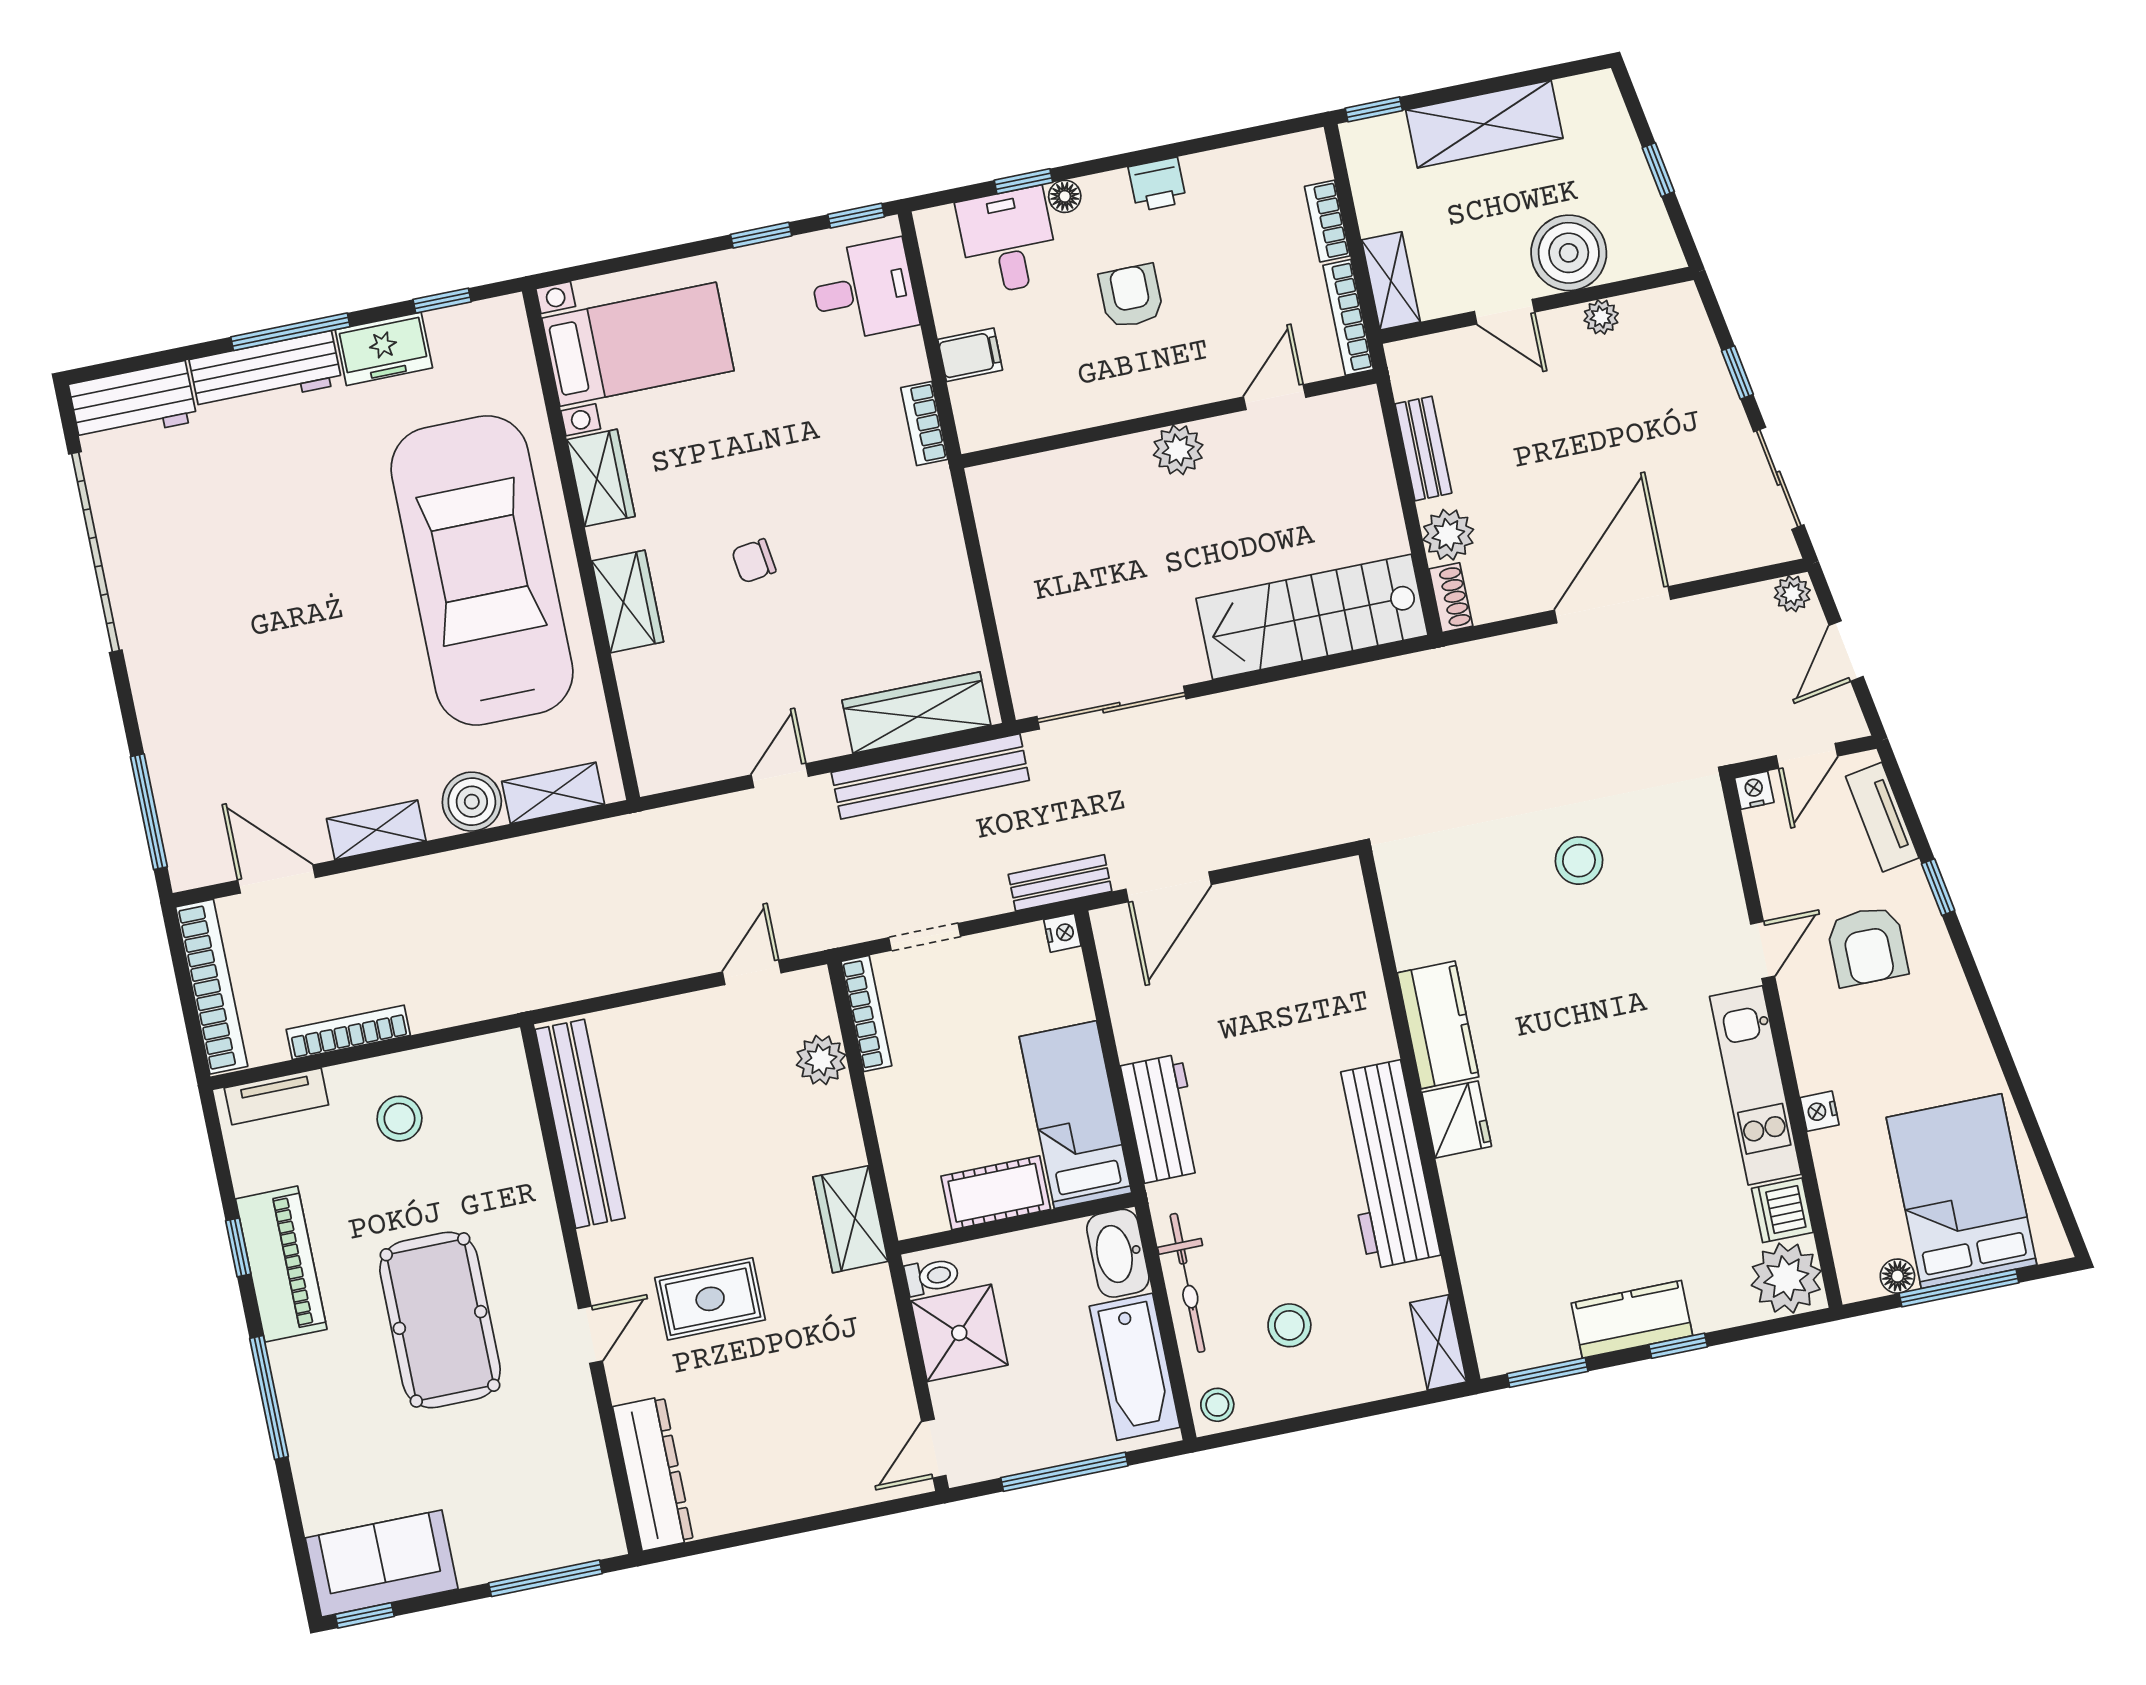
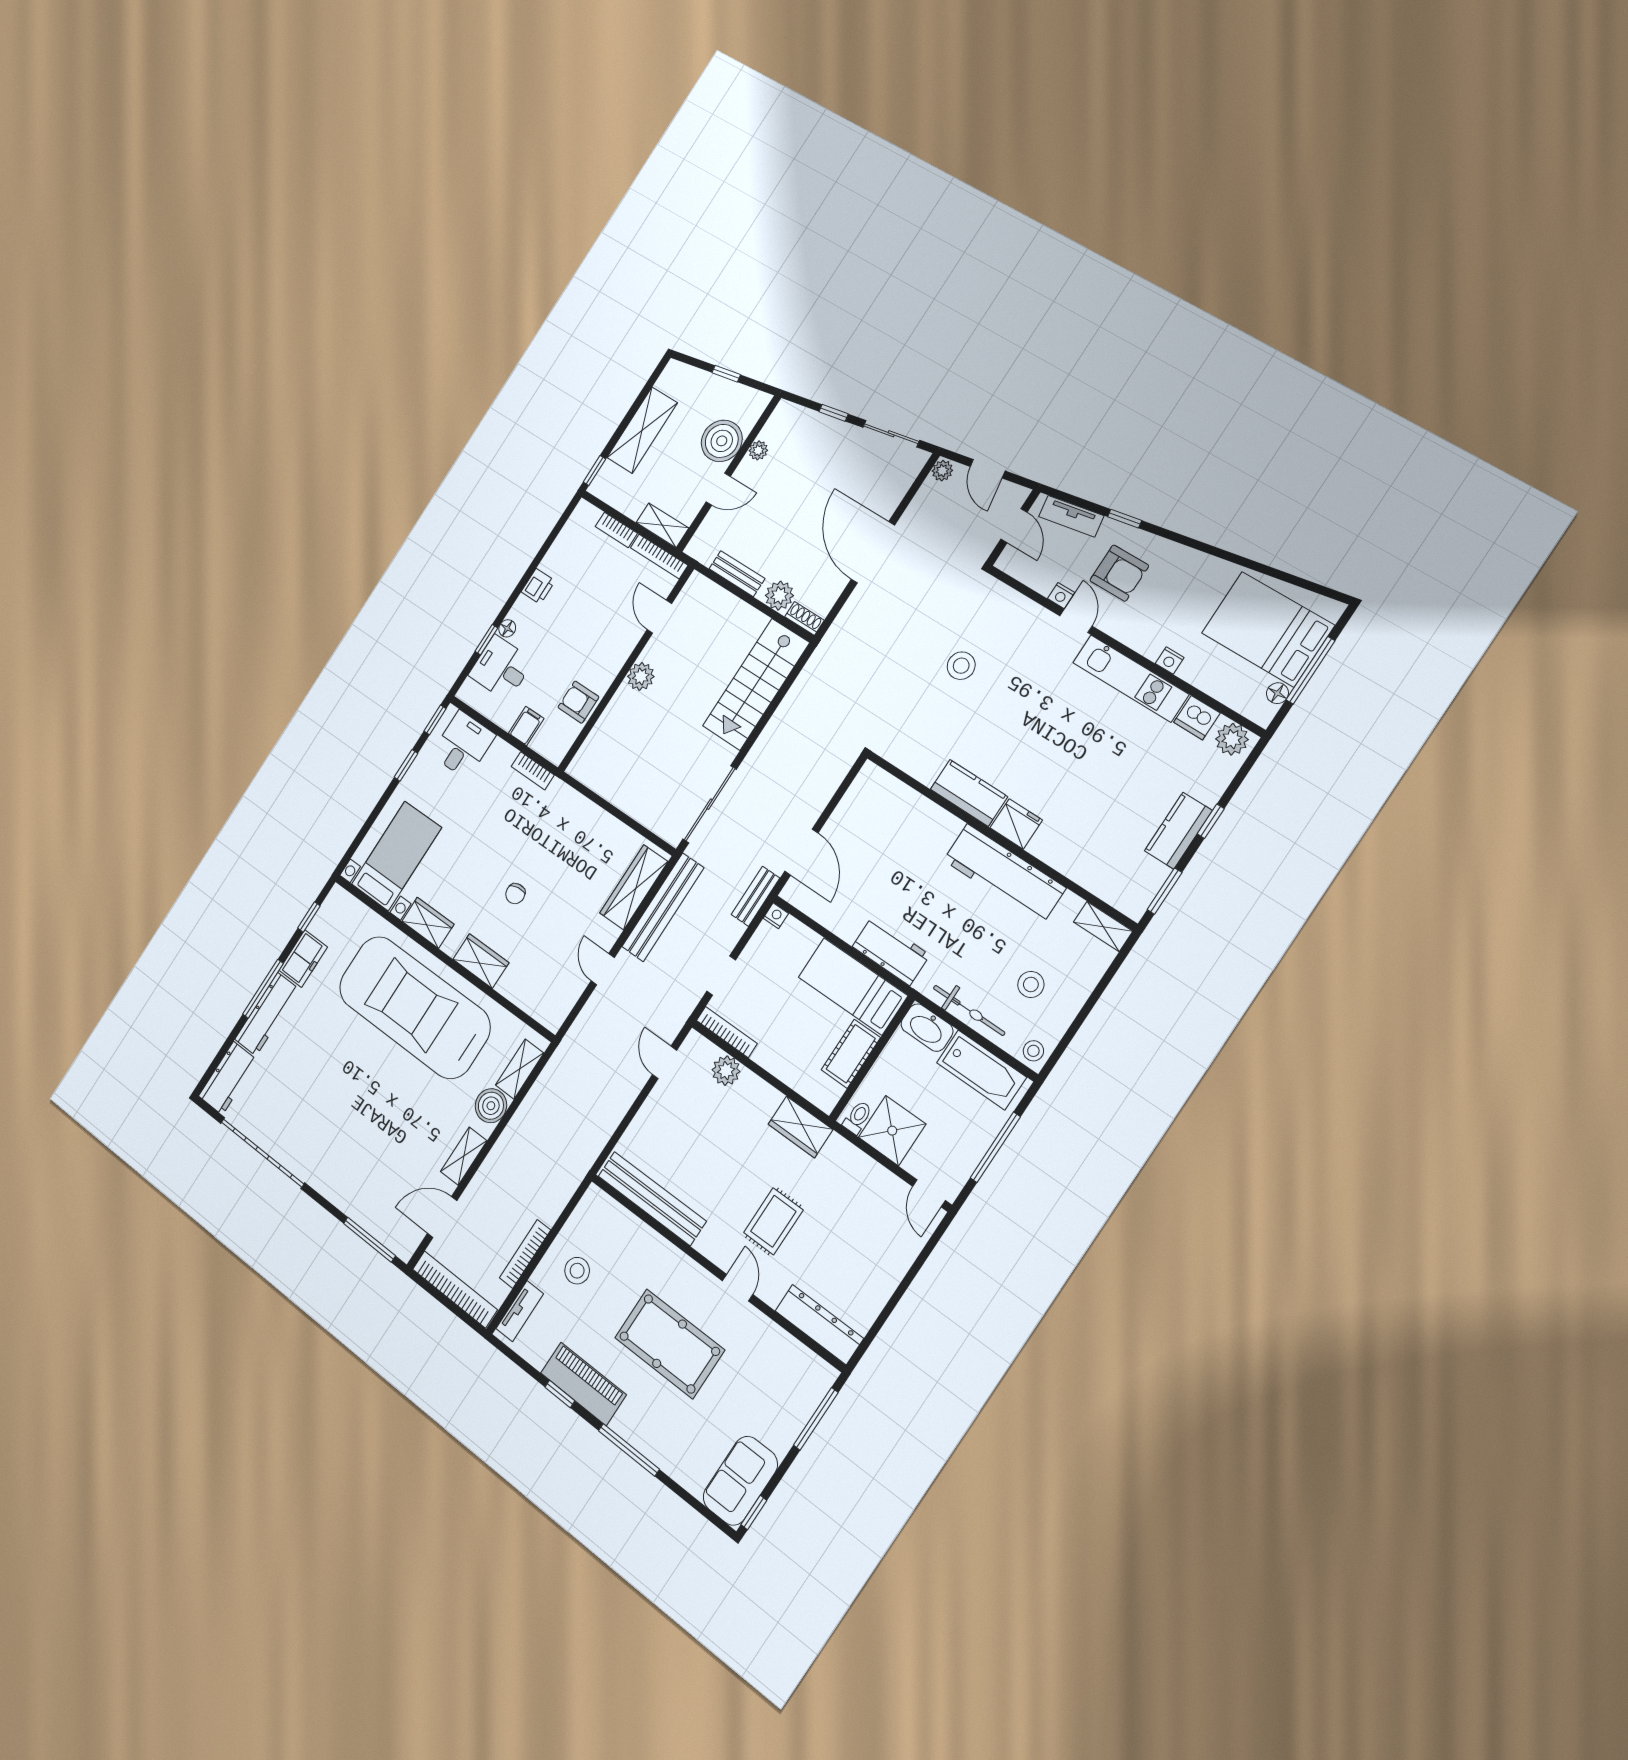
armchair: (1131, 296) -> (578, 702), moved
nightstand: (1754, 790) -> (1061, 596), moved, turned -90
plant: (1786, 1278) -> (1232, 739), width x0.73, depth x0.73

